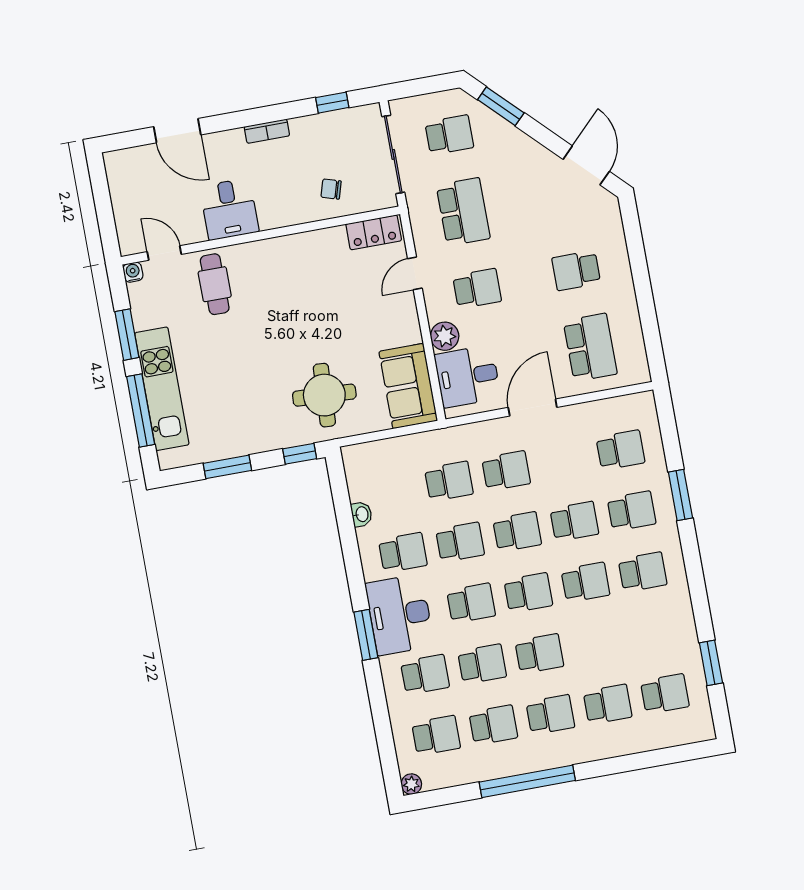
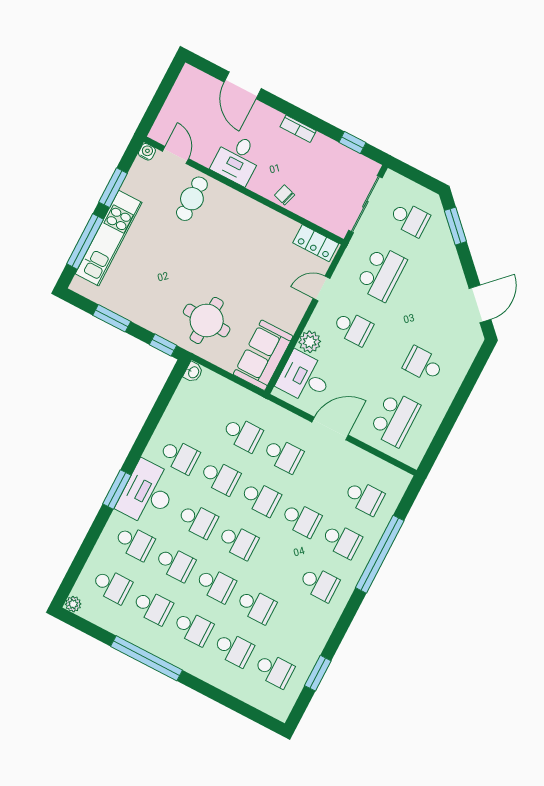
chair: (331, 189) -> (285, 195), moved
window: (680, 495) -> (380, 554), width x2.11
washbasin: (362, 514) -> (193, 372), moved
school desk: (585, 582) -> (256, 606), moved

